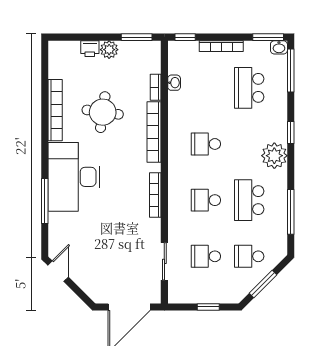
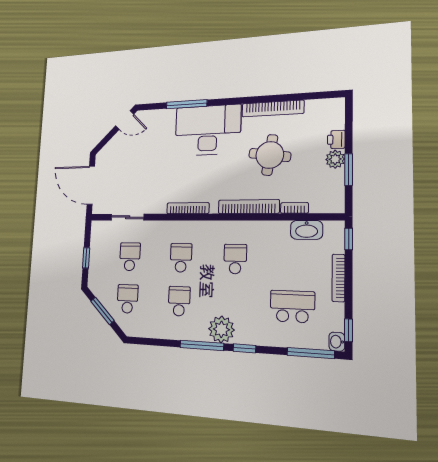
window: (137, 37) -> (349, 170), moved
window: (268, 37) -> (349, 330), width x0.67
washbasin: (174, 83) -> (307, 230), width x1.91, depth x1.45
school desk: (249, 200) -> (179, 301), width x0.54
window: (291, 212) -> (202, 345), moved

